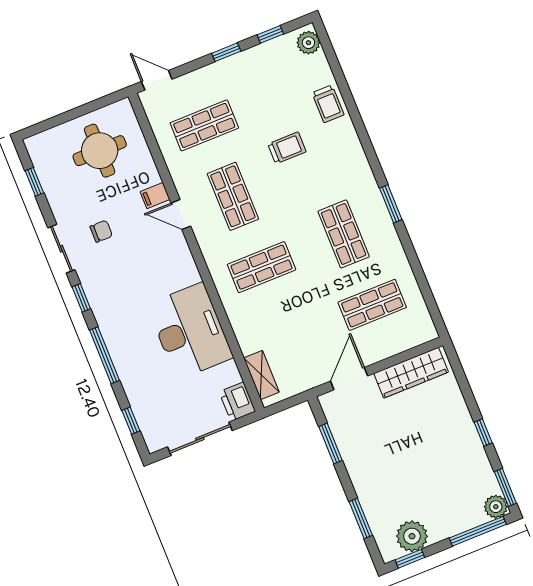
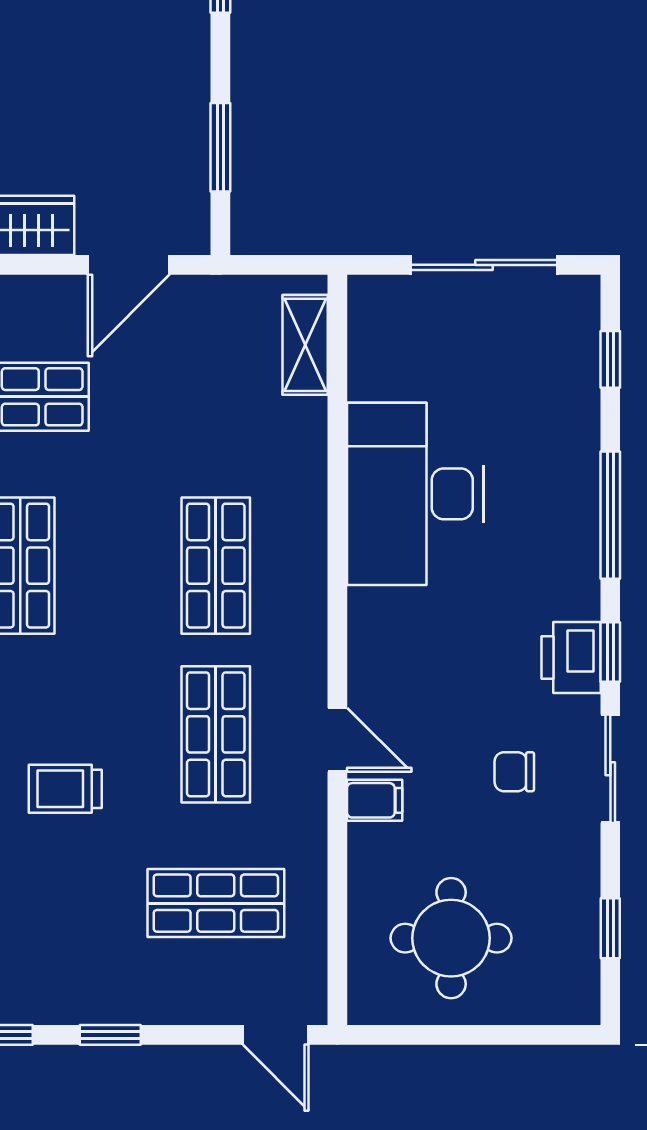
shop shelf: (262, 267) -> (216, 566), turned 90
printer: (237, 402) -> (571, 657), moved, turned 180

